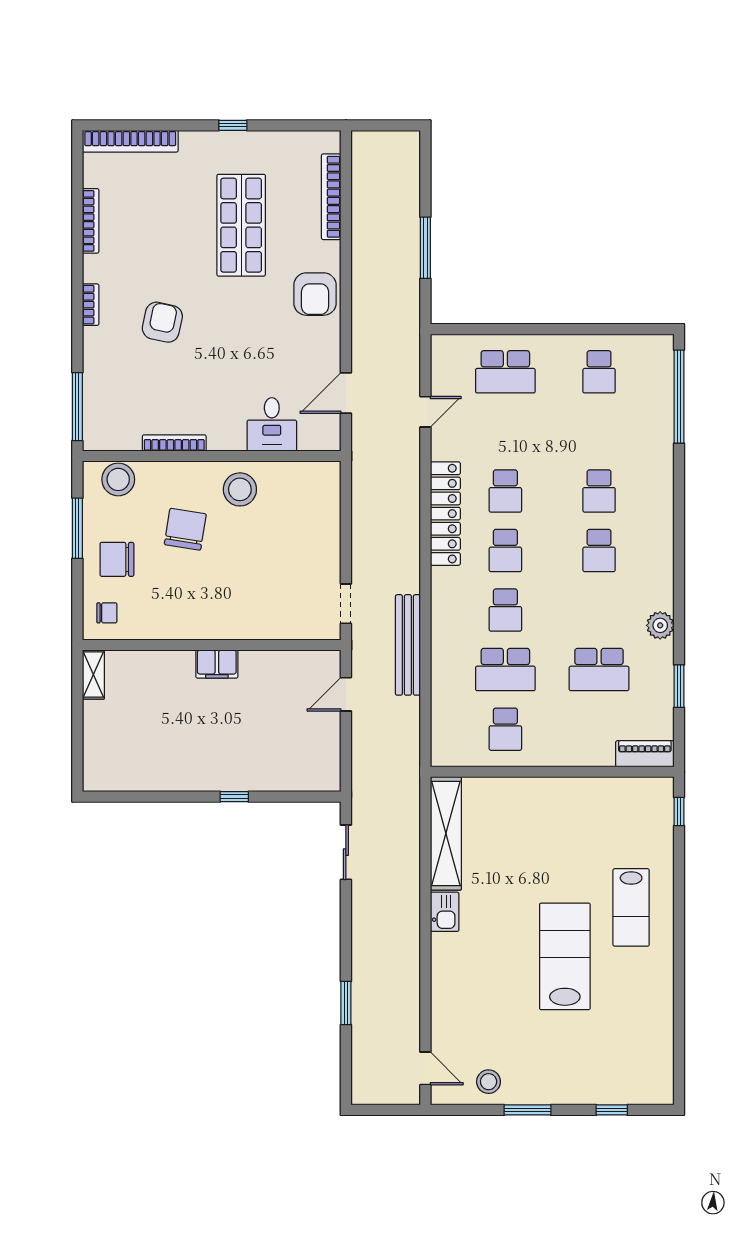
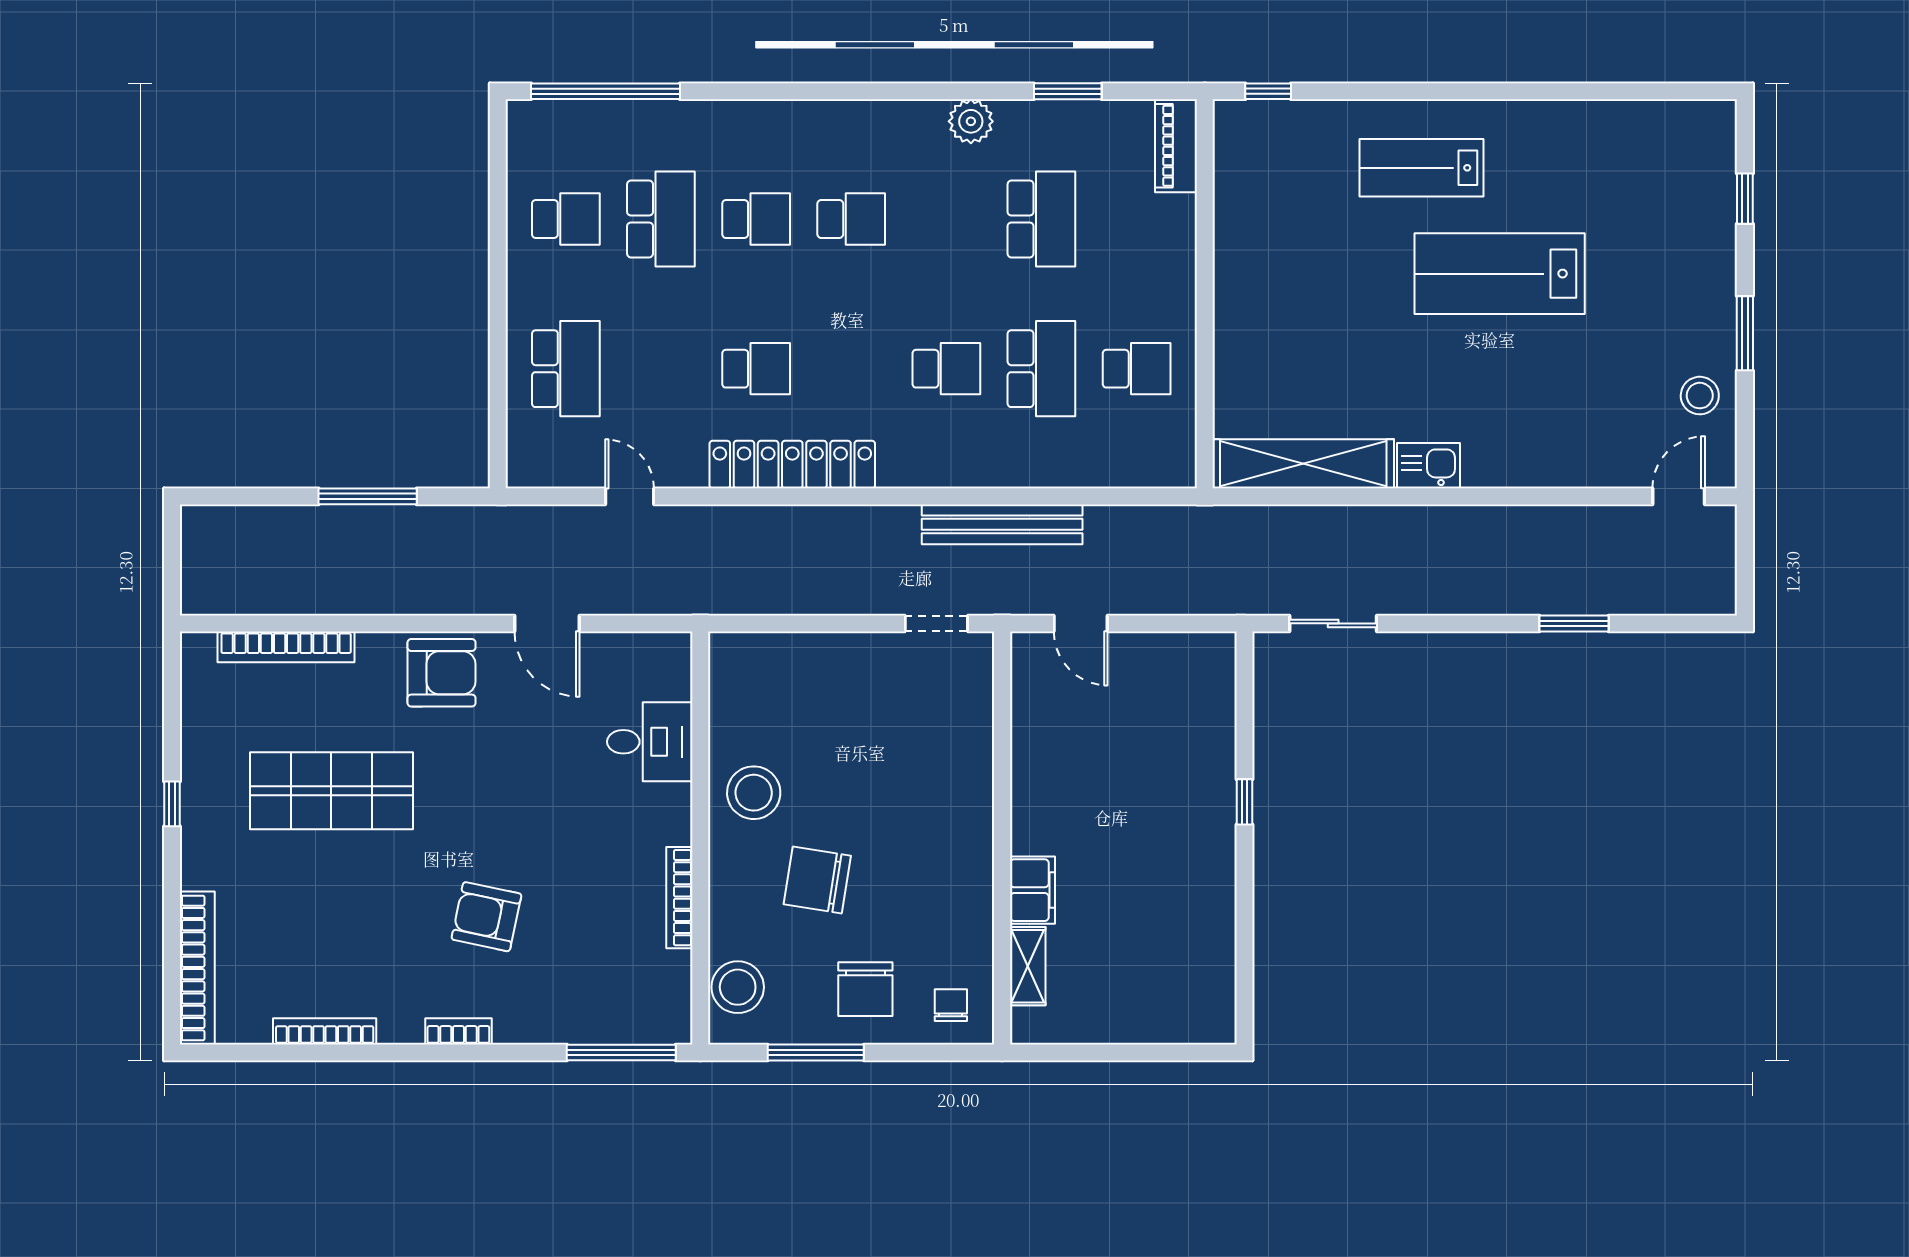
door: (346, 393) -> (547, 623), moved
school desk: (505, 550) -> (661, 219), moved, width x1.85
filing cabinet: (217, 664) -> (1033, 890), moved
shelving: (93, 675) -> (1028, 966), moved, turned 90
lab bench: (631, 907) -> (1421, 168), turned 180

